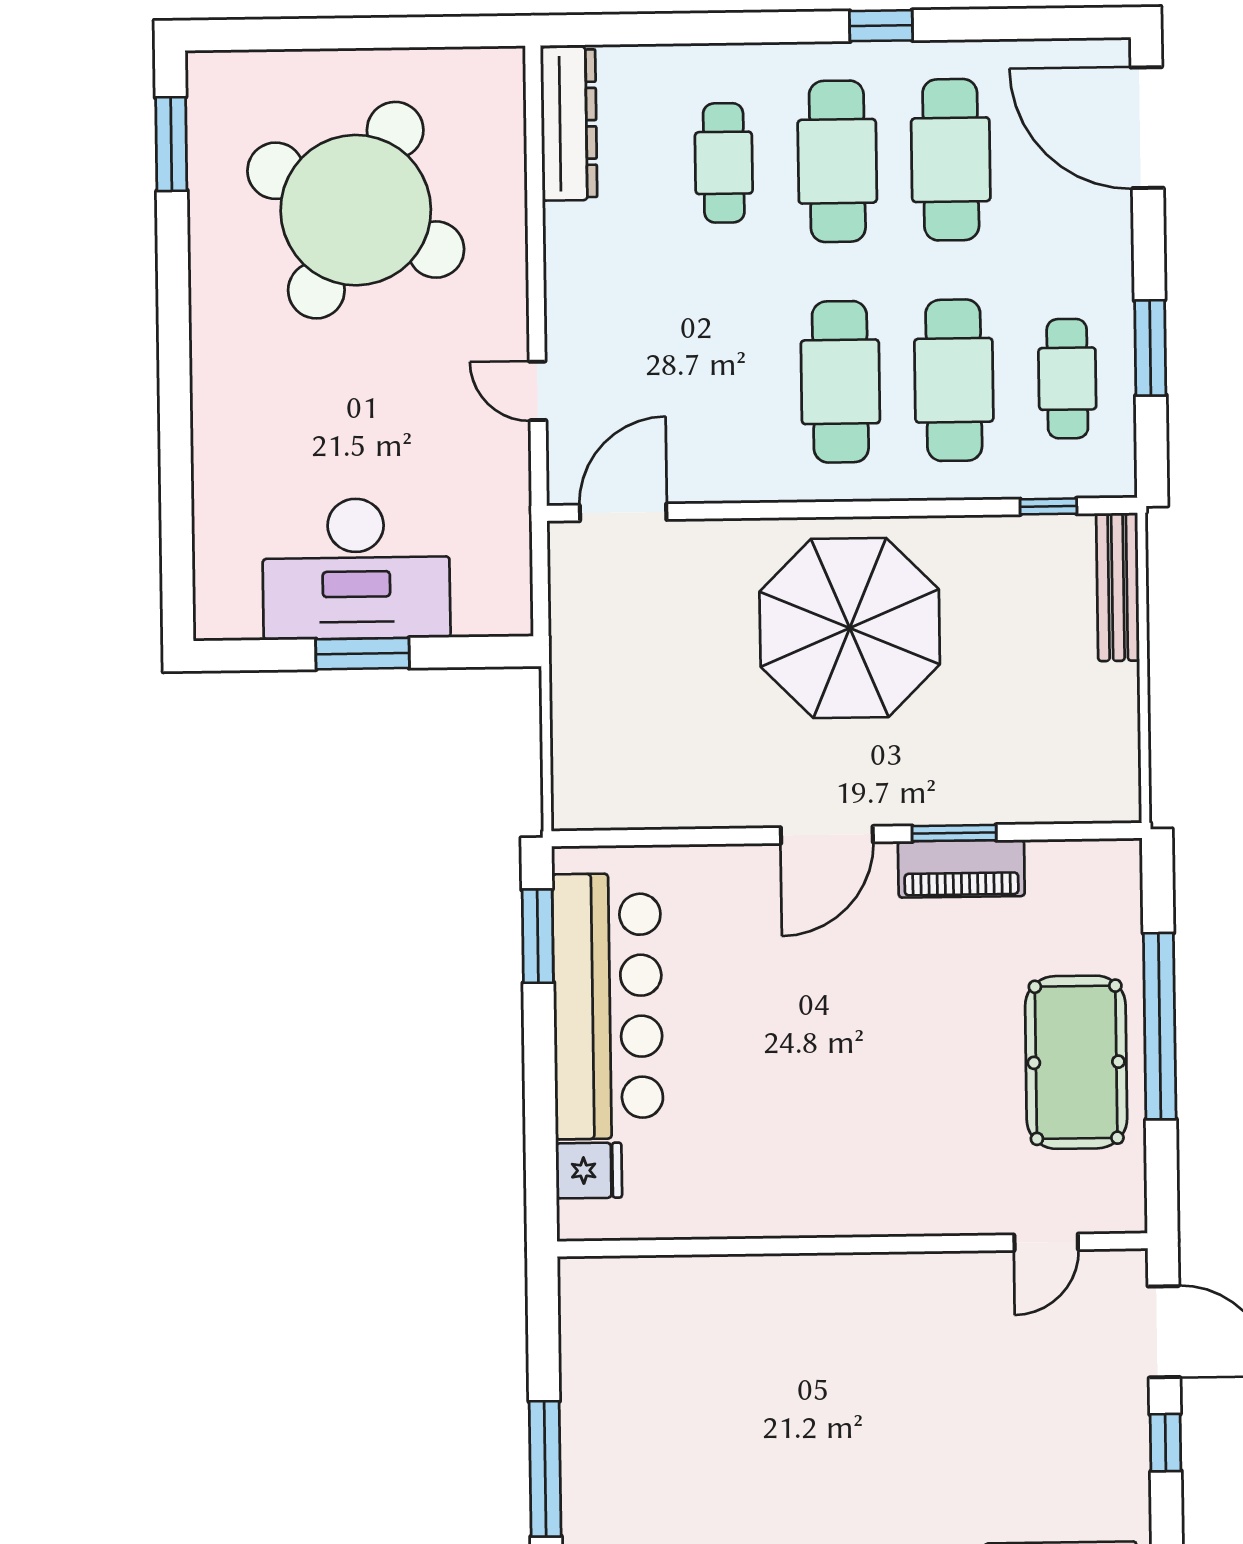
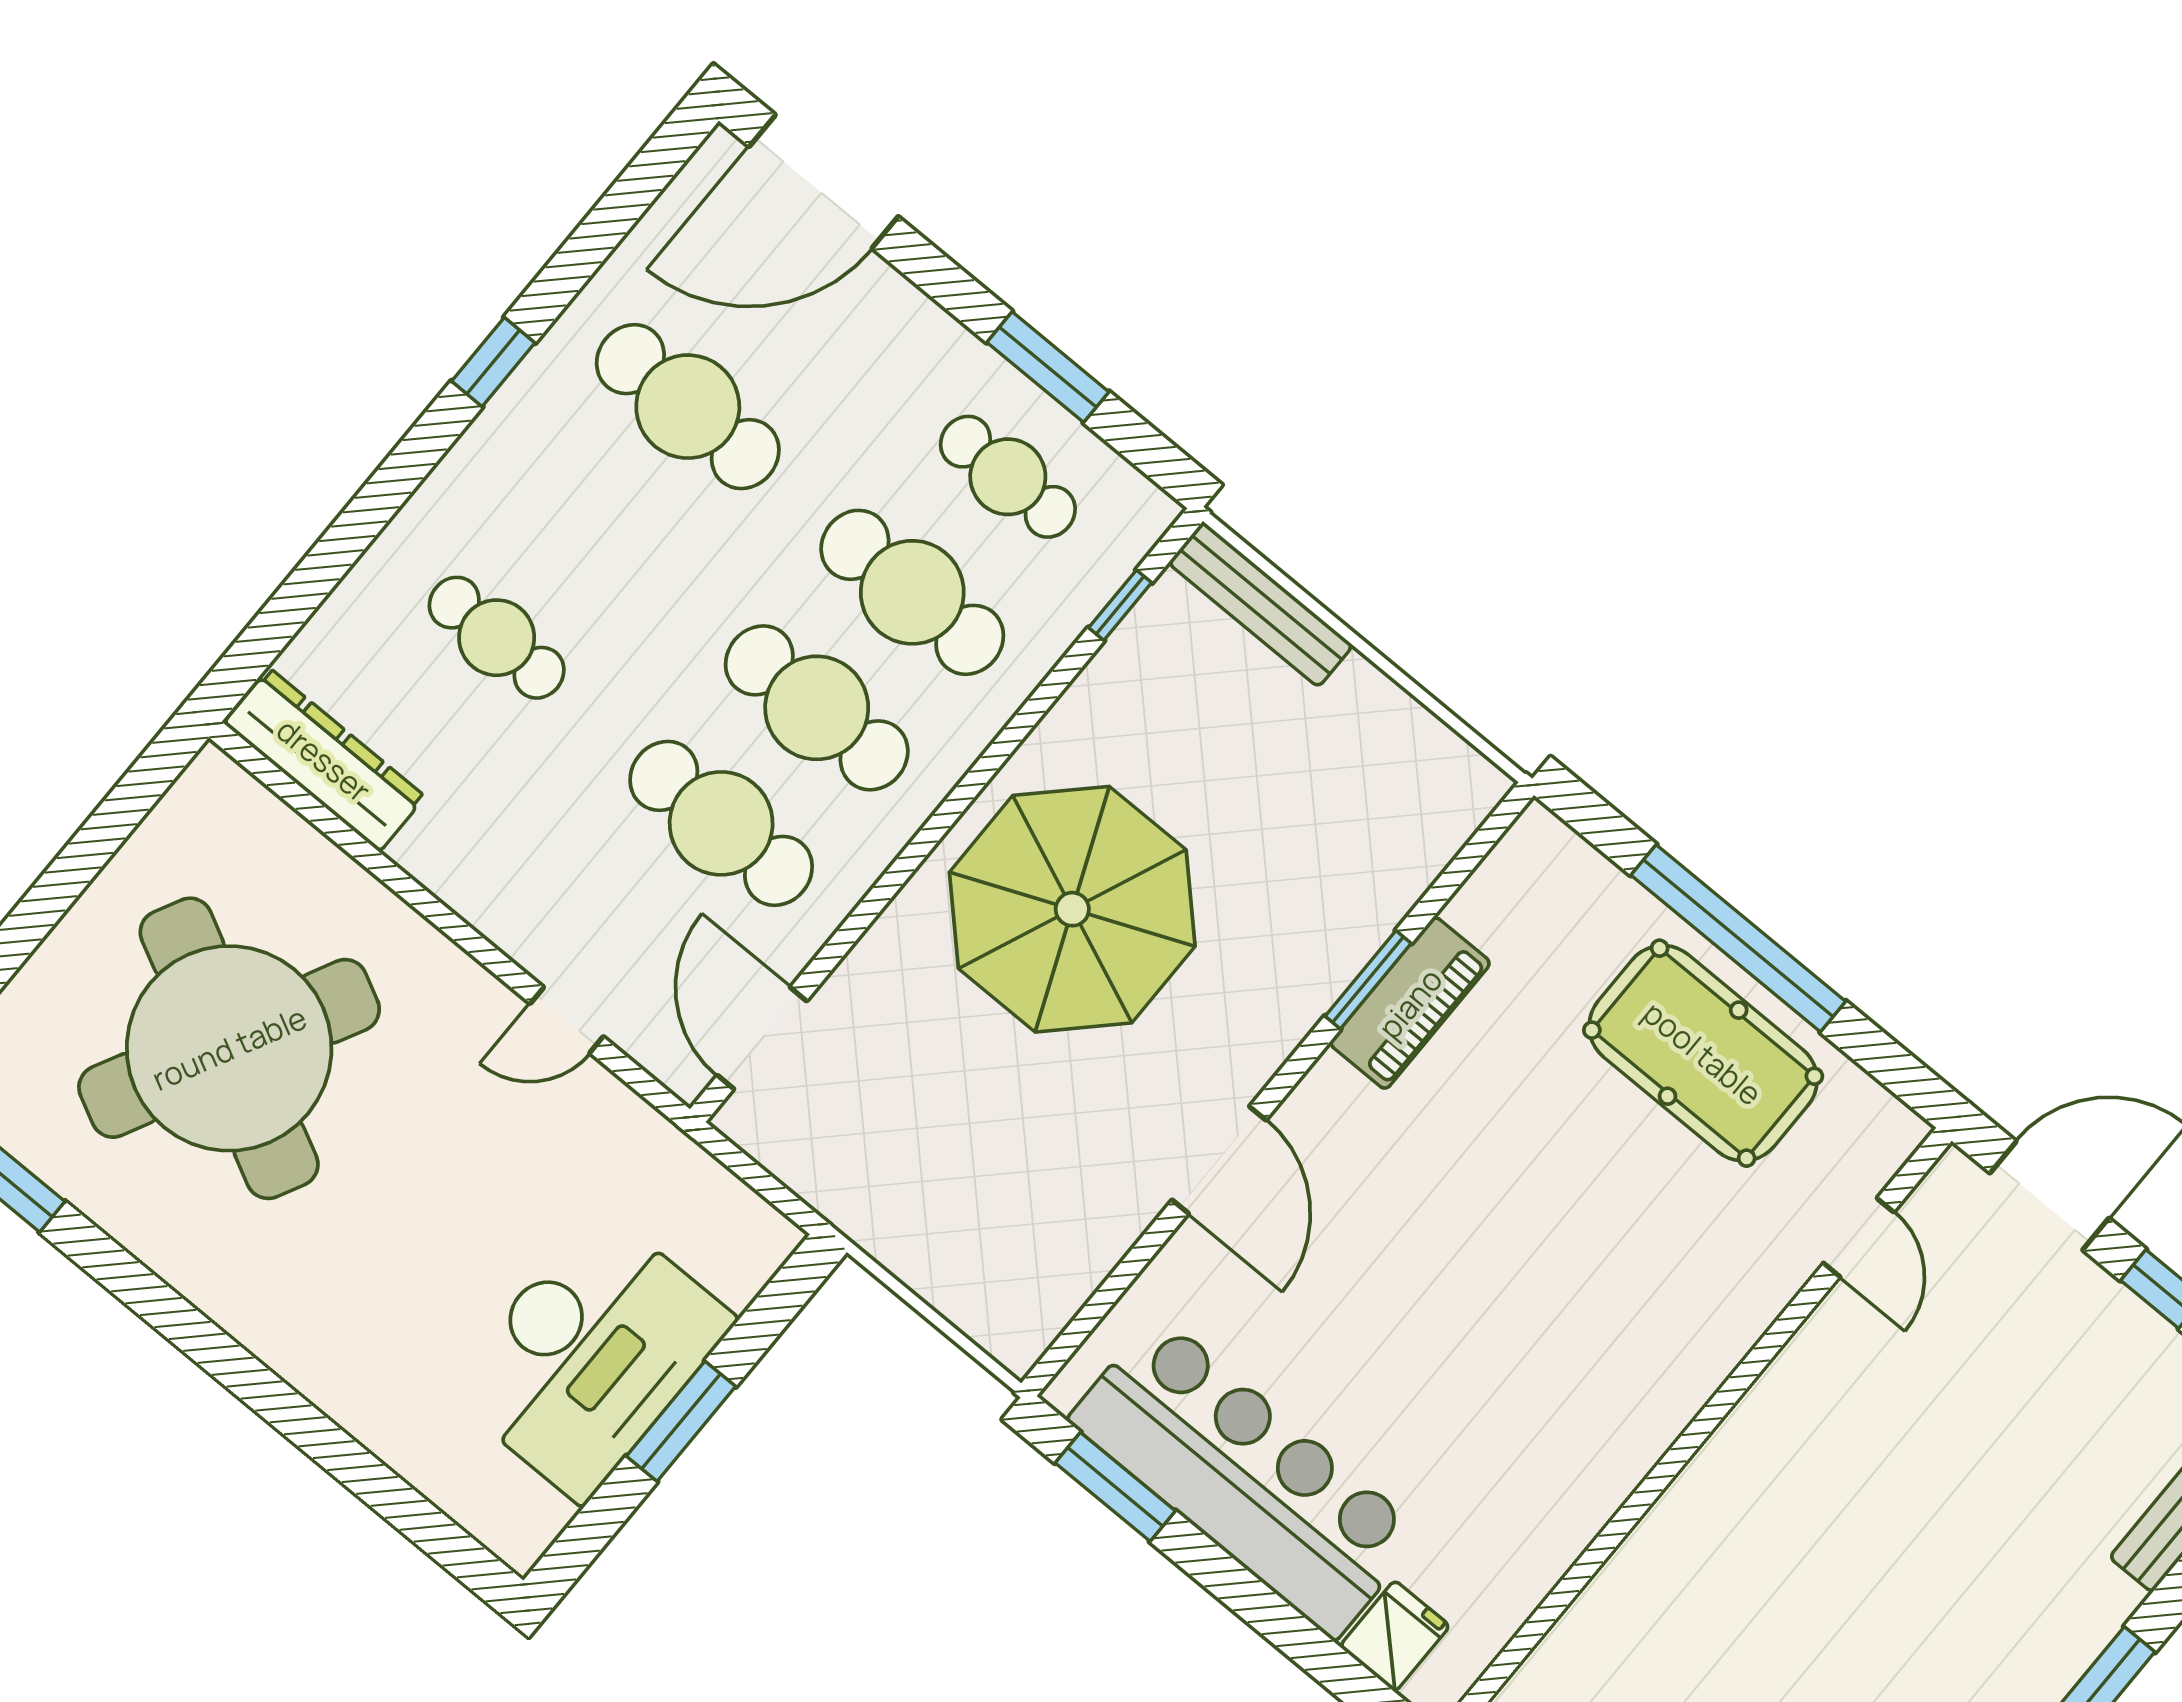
cafe table: (837, 161) -> (721, 823), moved
door: (827, 835) -> (1219, 1160), moved

